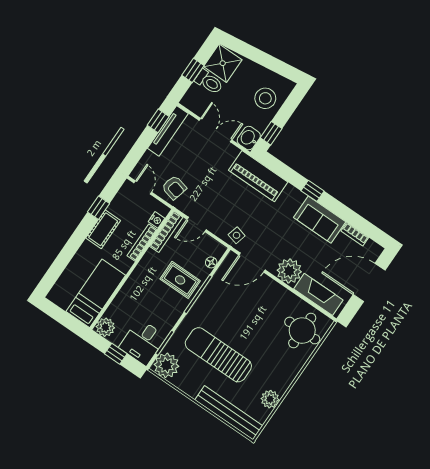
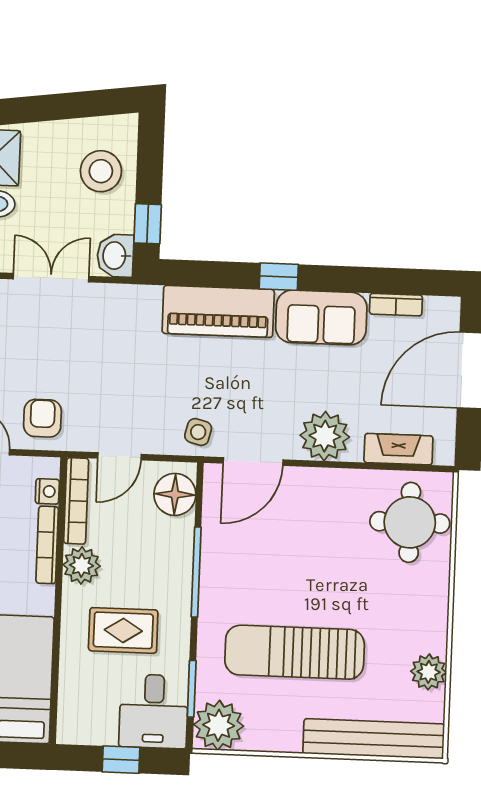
piano: (258, 176) -> (218, 311), moved
armchair: (174, 188) -> (42, 418), turned -104
floor lamp: (211, 262) -> (175, 494), width x1.89, depth x1.89
rug: (180, 280) -> (123, 630), moved
fireplace: (318, 294) -> (398, 449), width x0.73, depth x0.76
plant: (105, 327) -> (82, 565), moved

